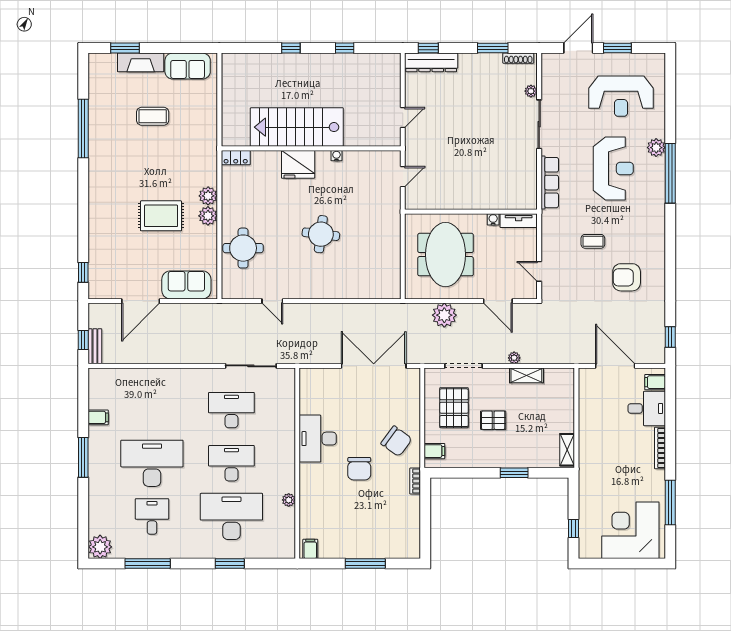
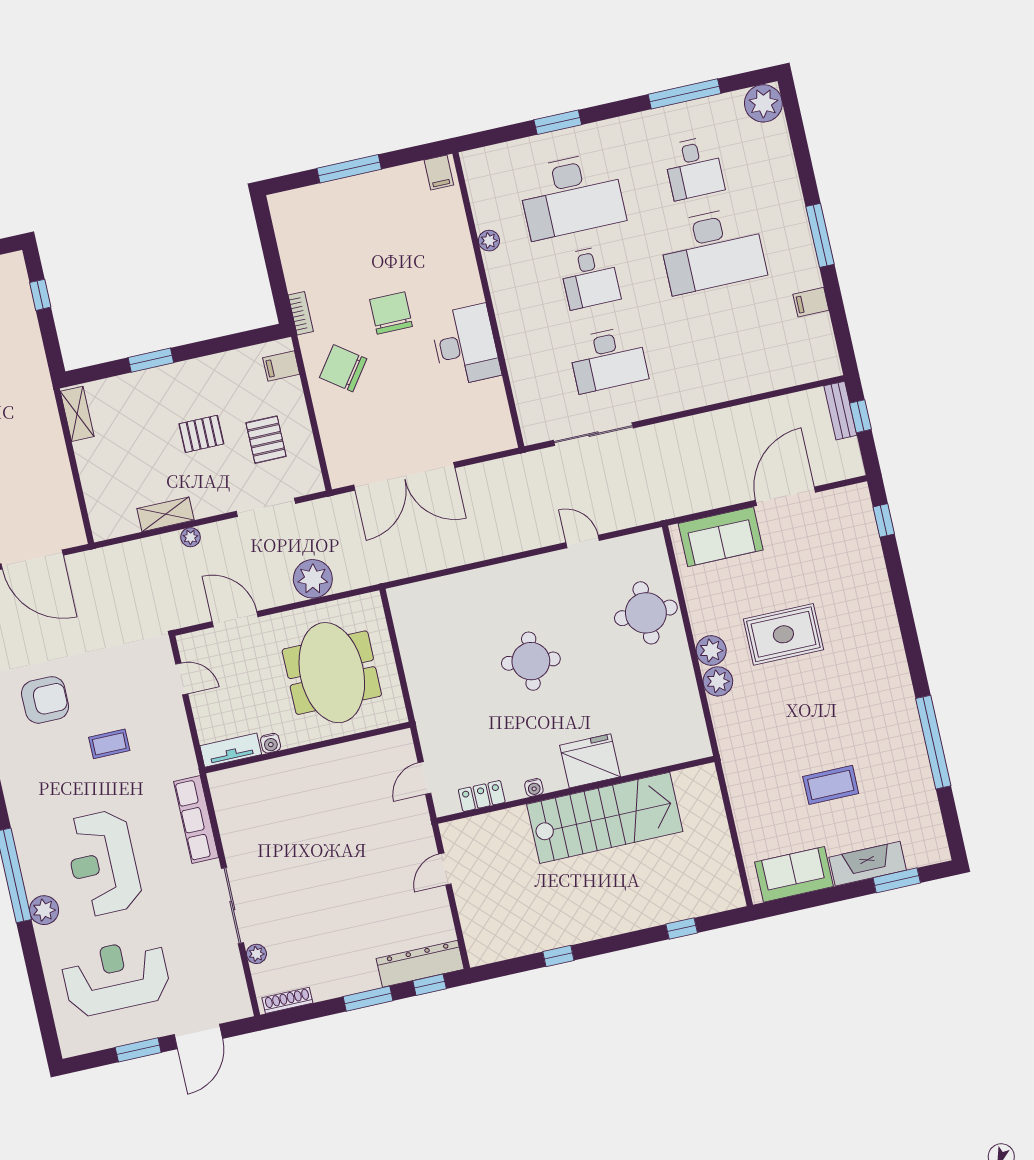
window: (291, 48) -> (682, 929), moved
window: (493, 48) -> (368, 999), moved
locker: (236, 158) -> (482, 796), moved
pallet: (454, 408) -> (266, 440), width x0.67, depth x0.71
desk: (231, 463) -> (590, 277), width x0.73

